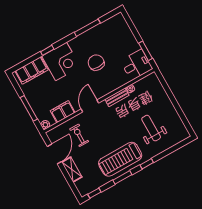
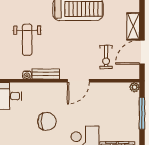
chair: (96, 63) -> (47, 121), turned -90
filing cabinet: (63, 112) -> (109, 91), removed
weight bench: (151, 128) -> (27, 40), moved

